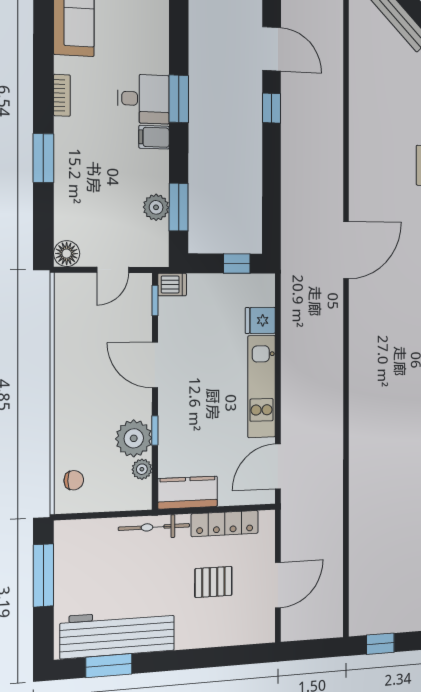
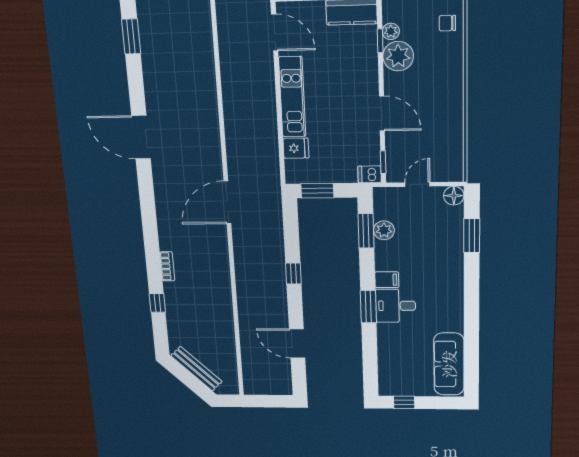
bookcase: (62, 95) -> (458, 306), removed
window: (272, 108) -> (293, 274), moved
window: (43, 158) -> (472, 236), moved
window: (237, 263) -> (317, 191), width x1.50
window: (155, 431) -> (380, 41), moved
door: (278, 466) -> (275, 33), hinge flipped

